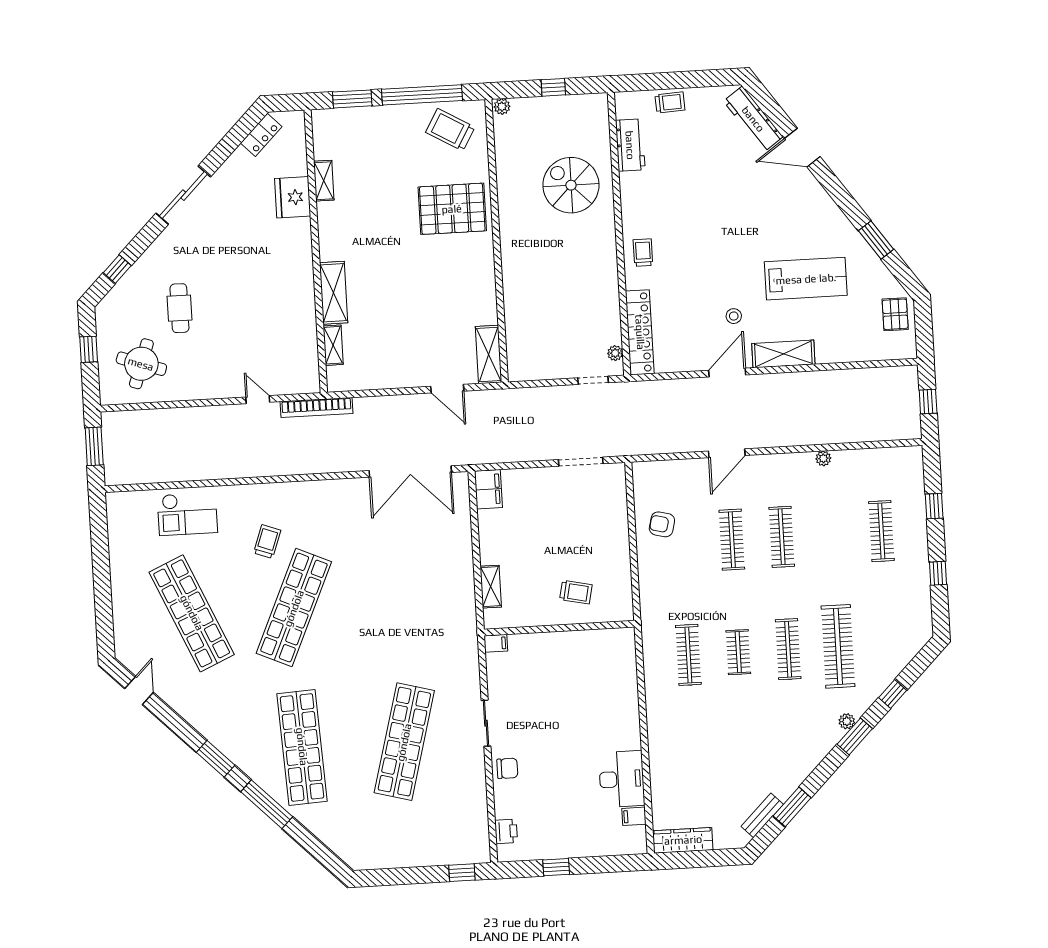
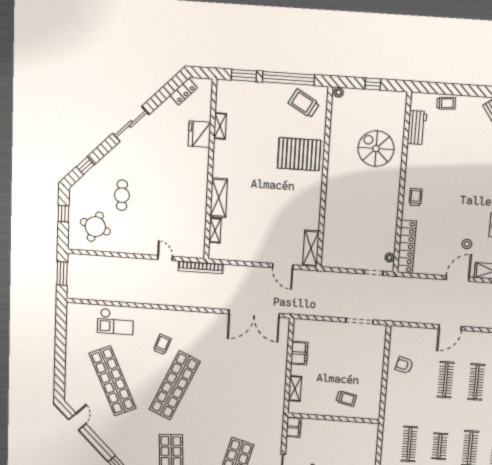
filing cabinet: (488, 489) -> (299, 353), moved
filing cabinet: (496, 643) -> (294, 427), width x2.00

